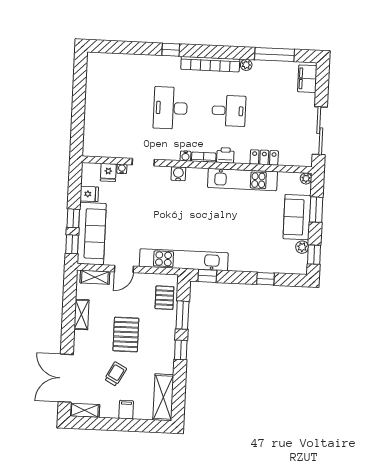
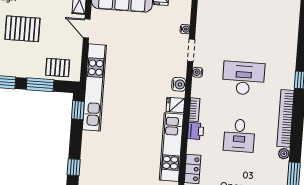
water cooler: (186, 156) -> (197, 72), moved
fridge: (108, 172) -> (175, 105), moved

